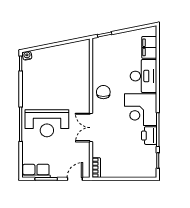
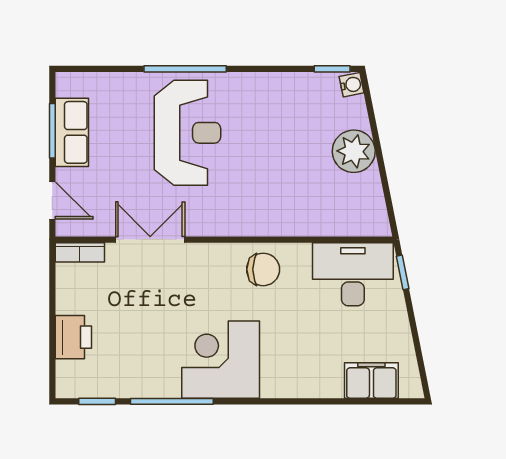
plant: (55, 55) -> (354, 151), added
desk: (143, 76) -> (353, 274), moved, turned 180
reception desk: (47, 123) -> (187, 133), turned 180
double door: (91, 128) -> (150, 240), moved
printer: (149, 136) -> (73, 337), moved, turned 90
row of seats: (36, 171) -> (72, 132), moved

